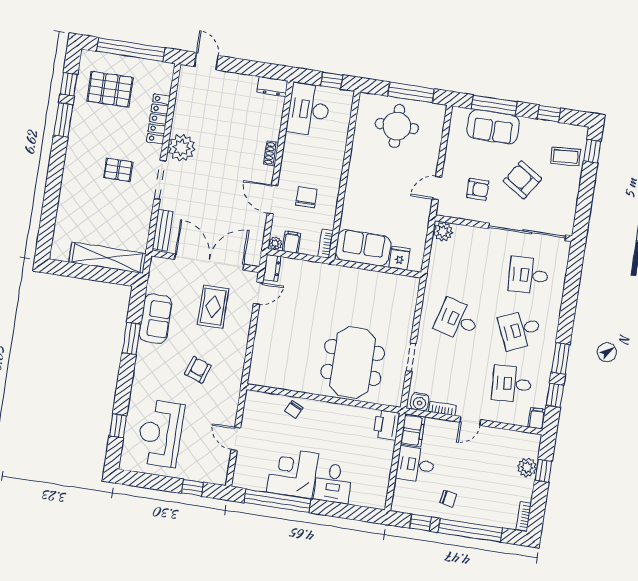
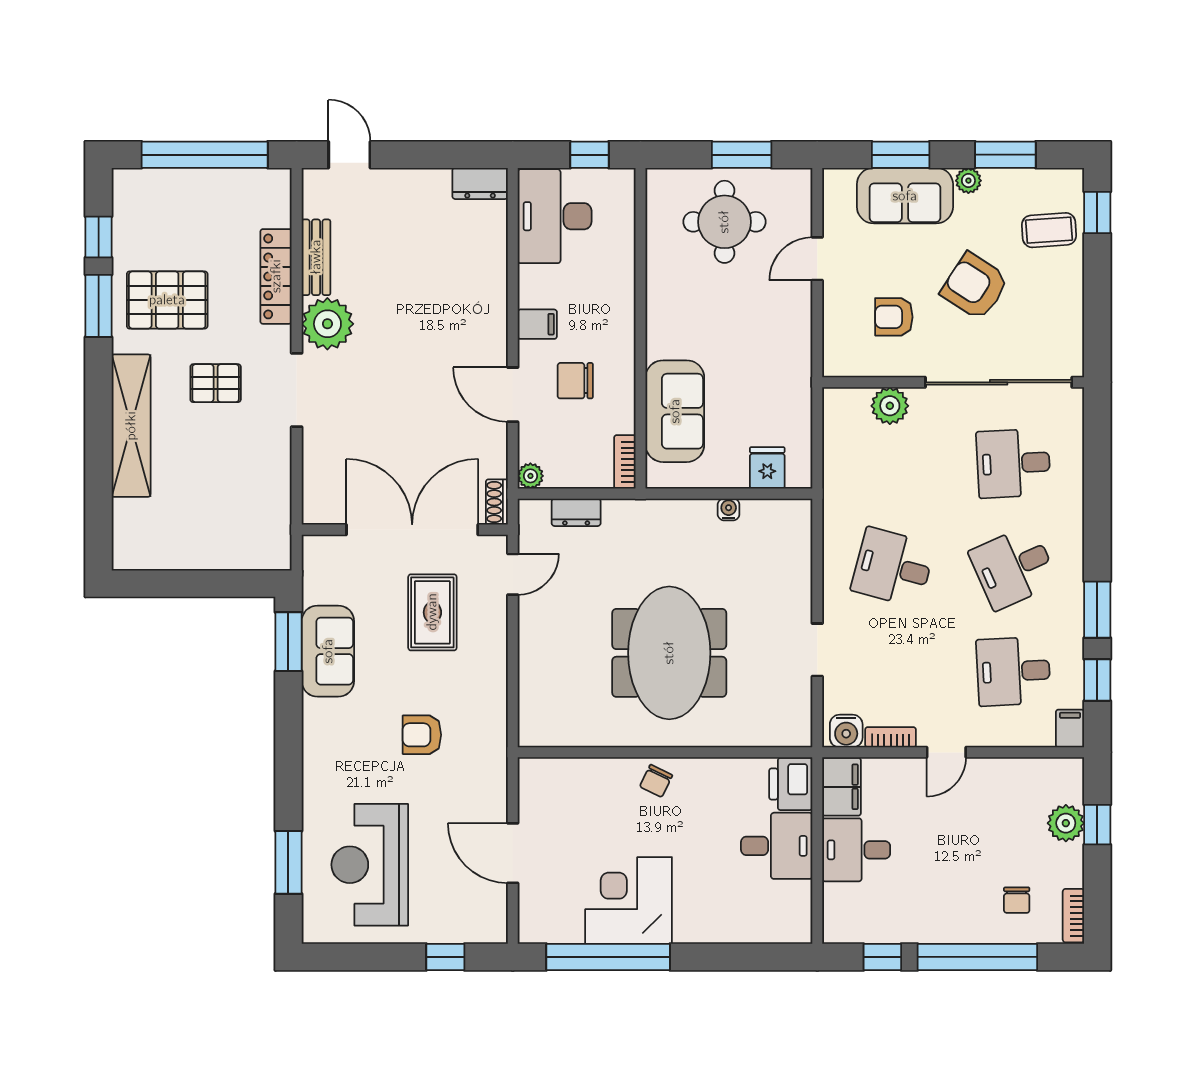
pallet: (110, 89) -> (167, 300), moved
window: (411, 92) -> (742, 155), width x0.69
window: (494, 105) -> (901, 155), width x0.69
window: (549, 114) -> (1005, 155), width x1.50
plant: (528, 124) -> (968, 181), added
shoe rack: (271, 154) -> (497, 502), moved
door: (437, 188) -> (817, 259), moved
armchair: (478, 189) -> (894, 317), turned 180
chair: (306, 197) -> (575, 381), turned -90
bench: (163, 230) -> (316, 257), moved
plant: (443, 232) -> (890, 406), moved
filing cabinet: (292, 242) -> (537, 324), moved, turned 90
sofa: (363, 248) -> (675, 411), moved, turned 90
shelving: (107, 258) -> (131, 426), moved, turned 90
dresser: (272, 268) -> (576, 512), moved, turned 90
water cooler: (376, 277) -> (729, 509), added
window: (131, 338) -> (288, 642), moved
meeting table: (353, 362) -> (669, 653), moved
armchair: (198, 370) -> (422, 735), turned -109
chair: (294, 409) -> (656, 781), moved
window: (118, 426) -> (288, 862), width x1.50
door: (236, 439) -> (513, 853), width x1.37
desk: (333, 483) -> (777, 846), moved, turned -90
chair: (448, 498) -> (1017, 900), moved, turned 80

